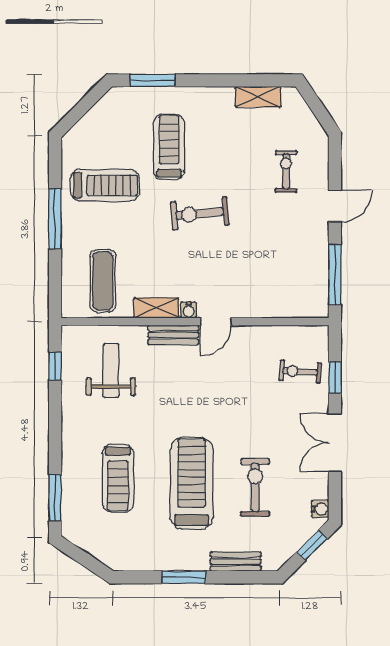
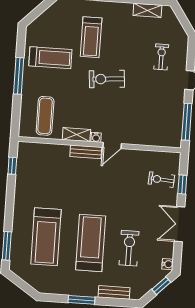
treadmill: (169, 147) -> (91, 37), turned 180
weight bench: (111, 370) -> (46, 171), removed
treadmill: (118, 478) -> (46, 237), width x1.37, depth x1.38

